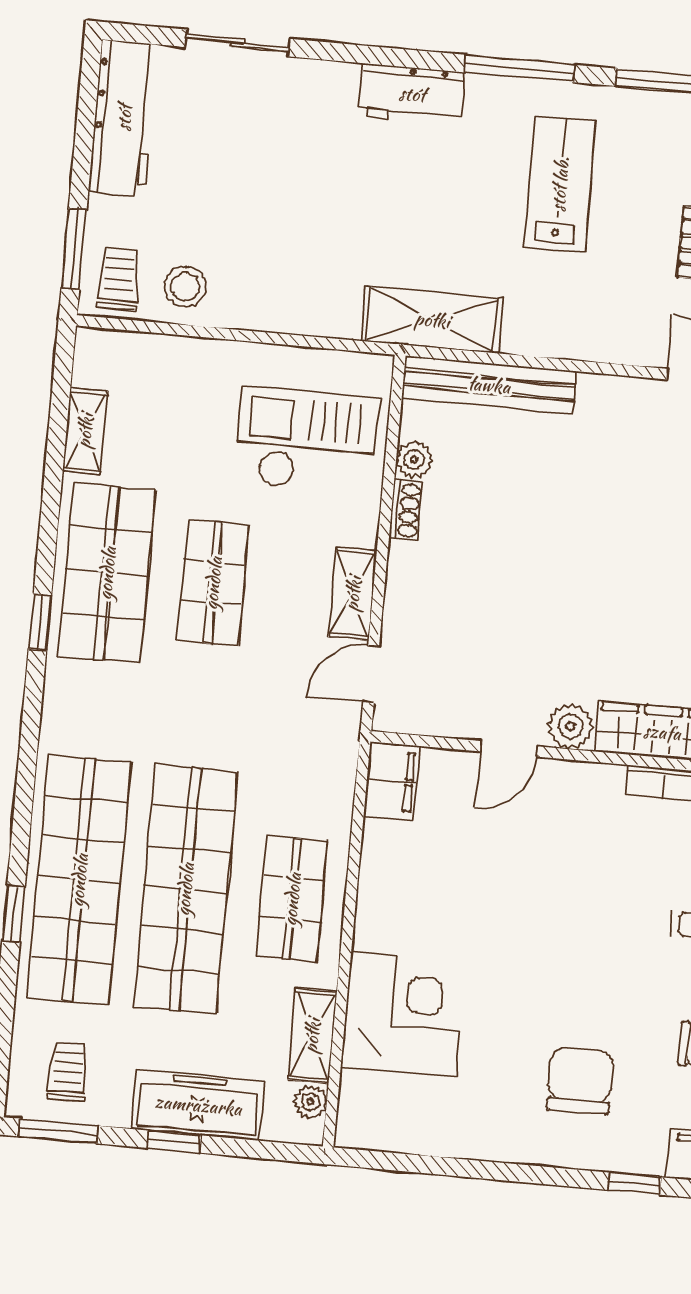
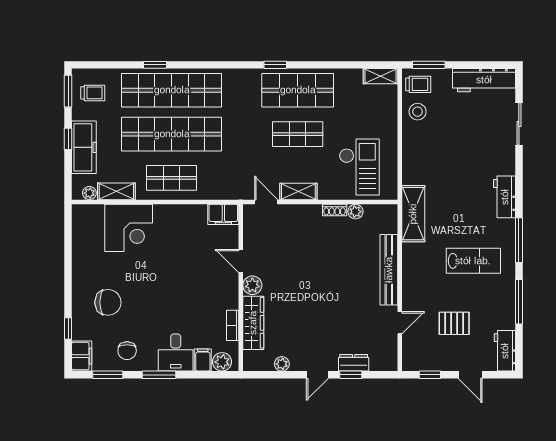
bench: (489, 385) -> (389, 270), moved
shelving: (85, 431) -> (380, 76), moved

